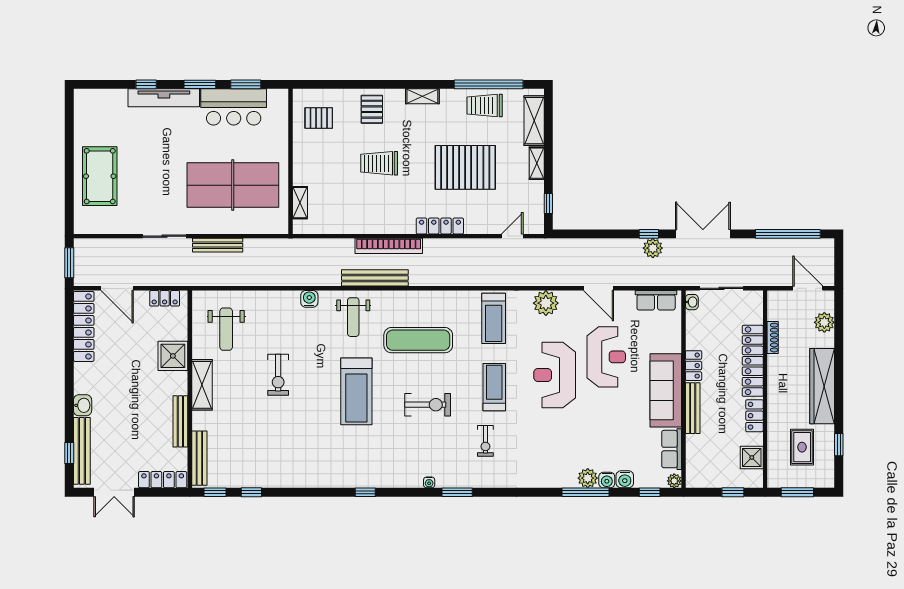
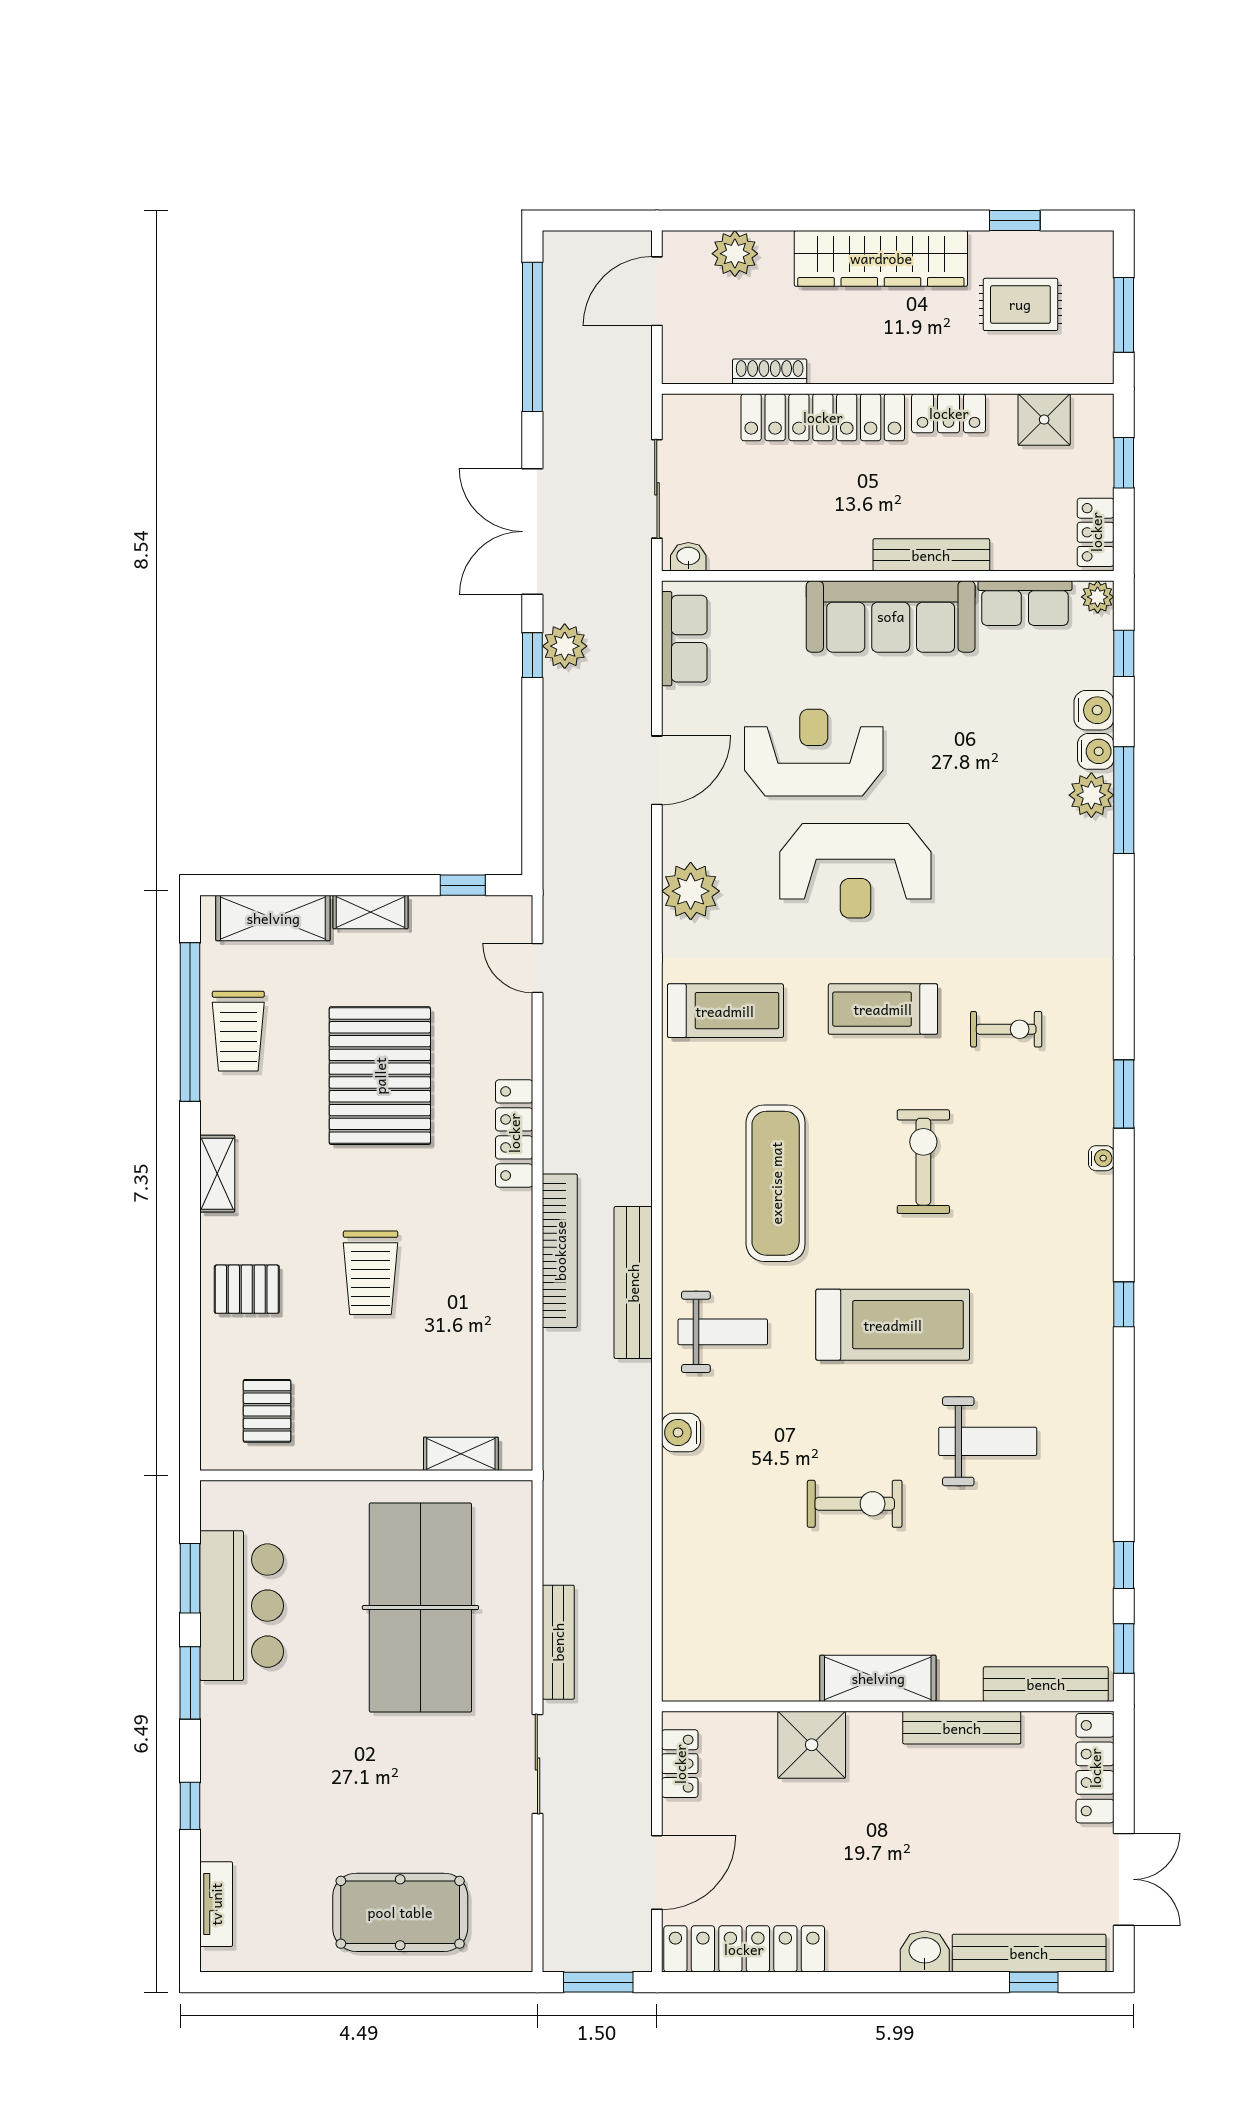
tv unit: (164, 98) -> (216, 1904), moved, width x0.52, depth x0.78
weight bench: (226, 329) -> (988, 1441), moved
locker: (694, 366) -> (1096, 532), moved, turned -90

